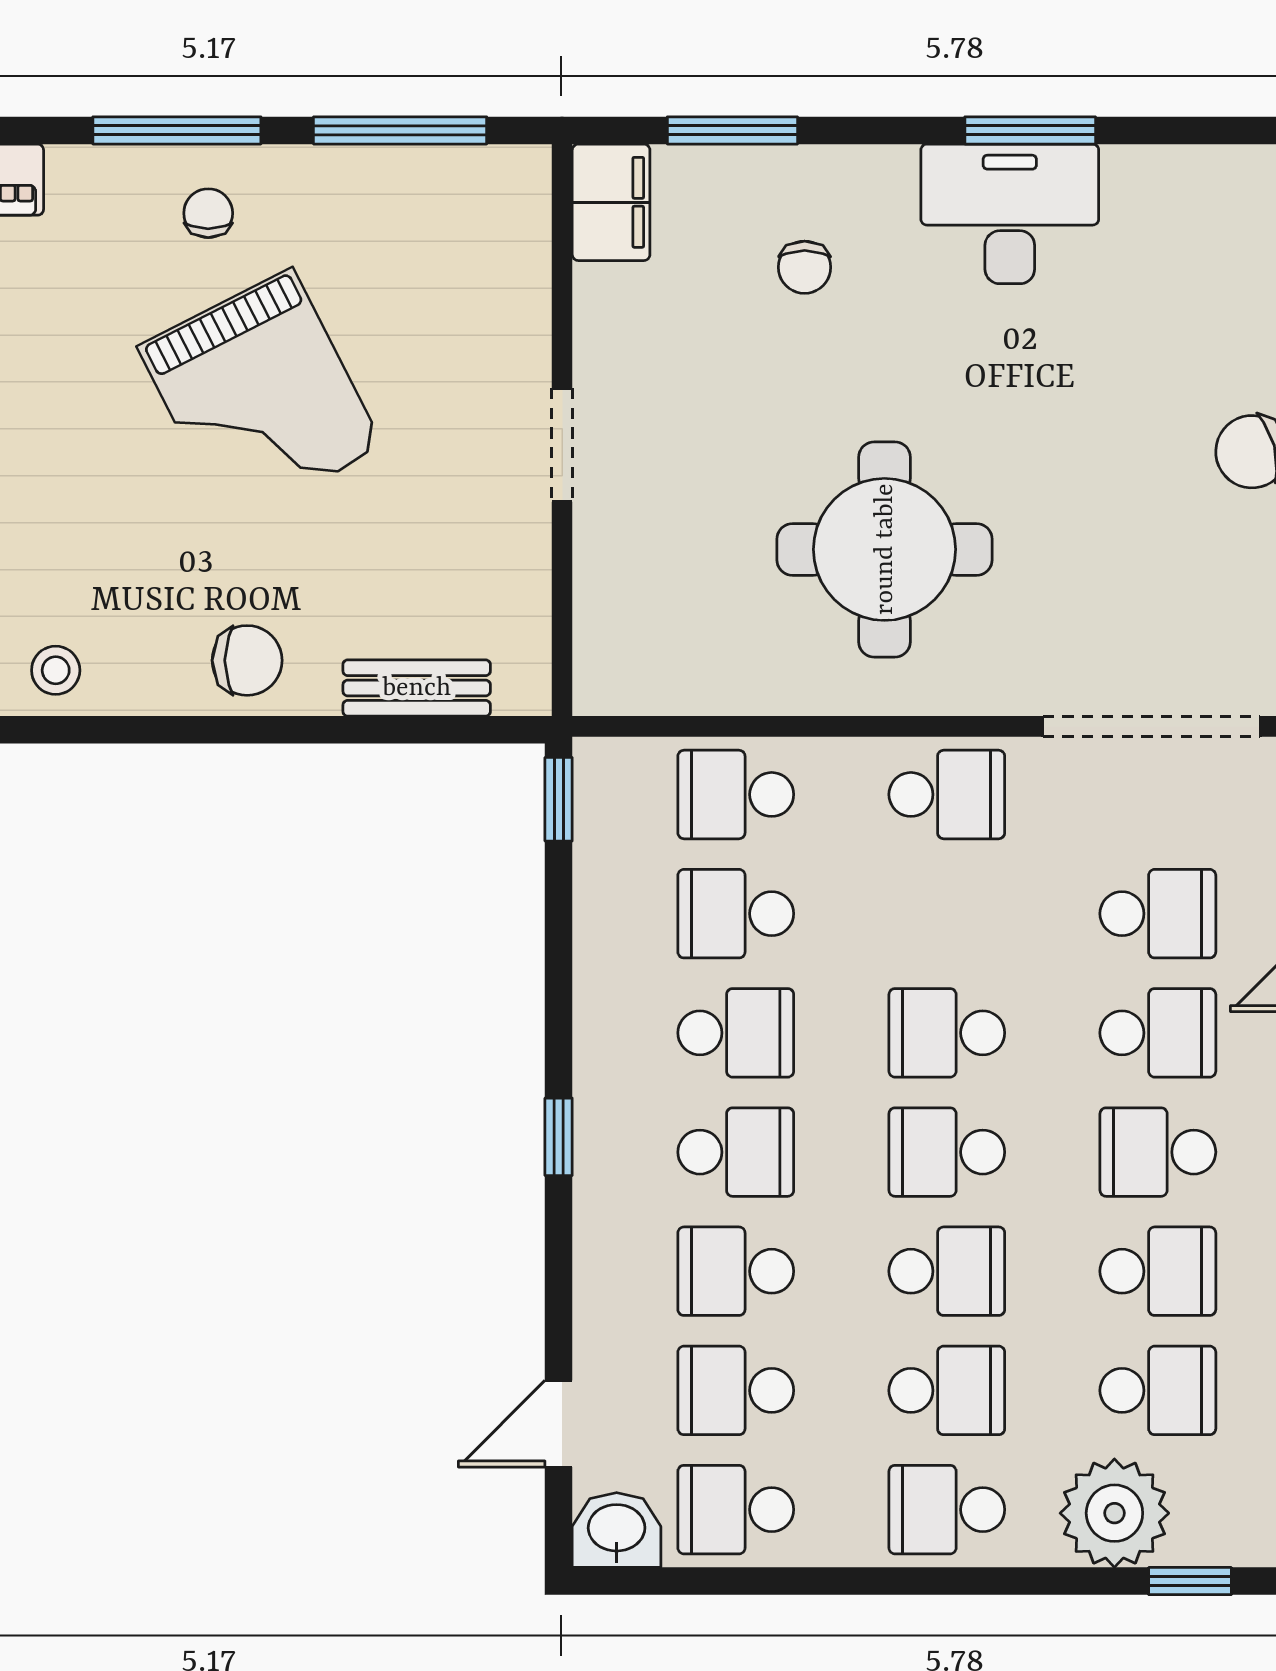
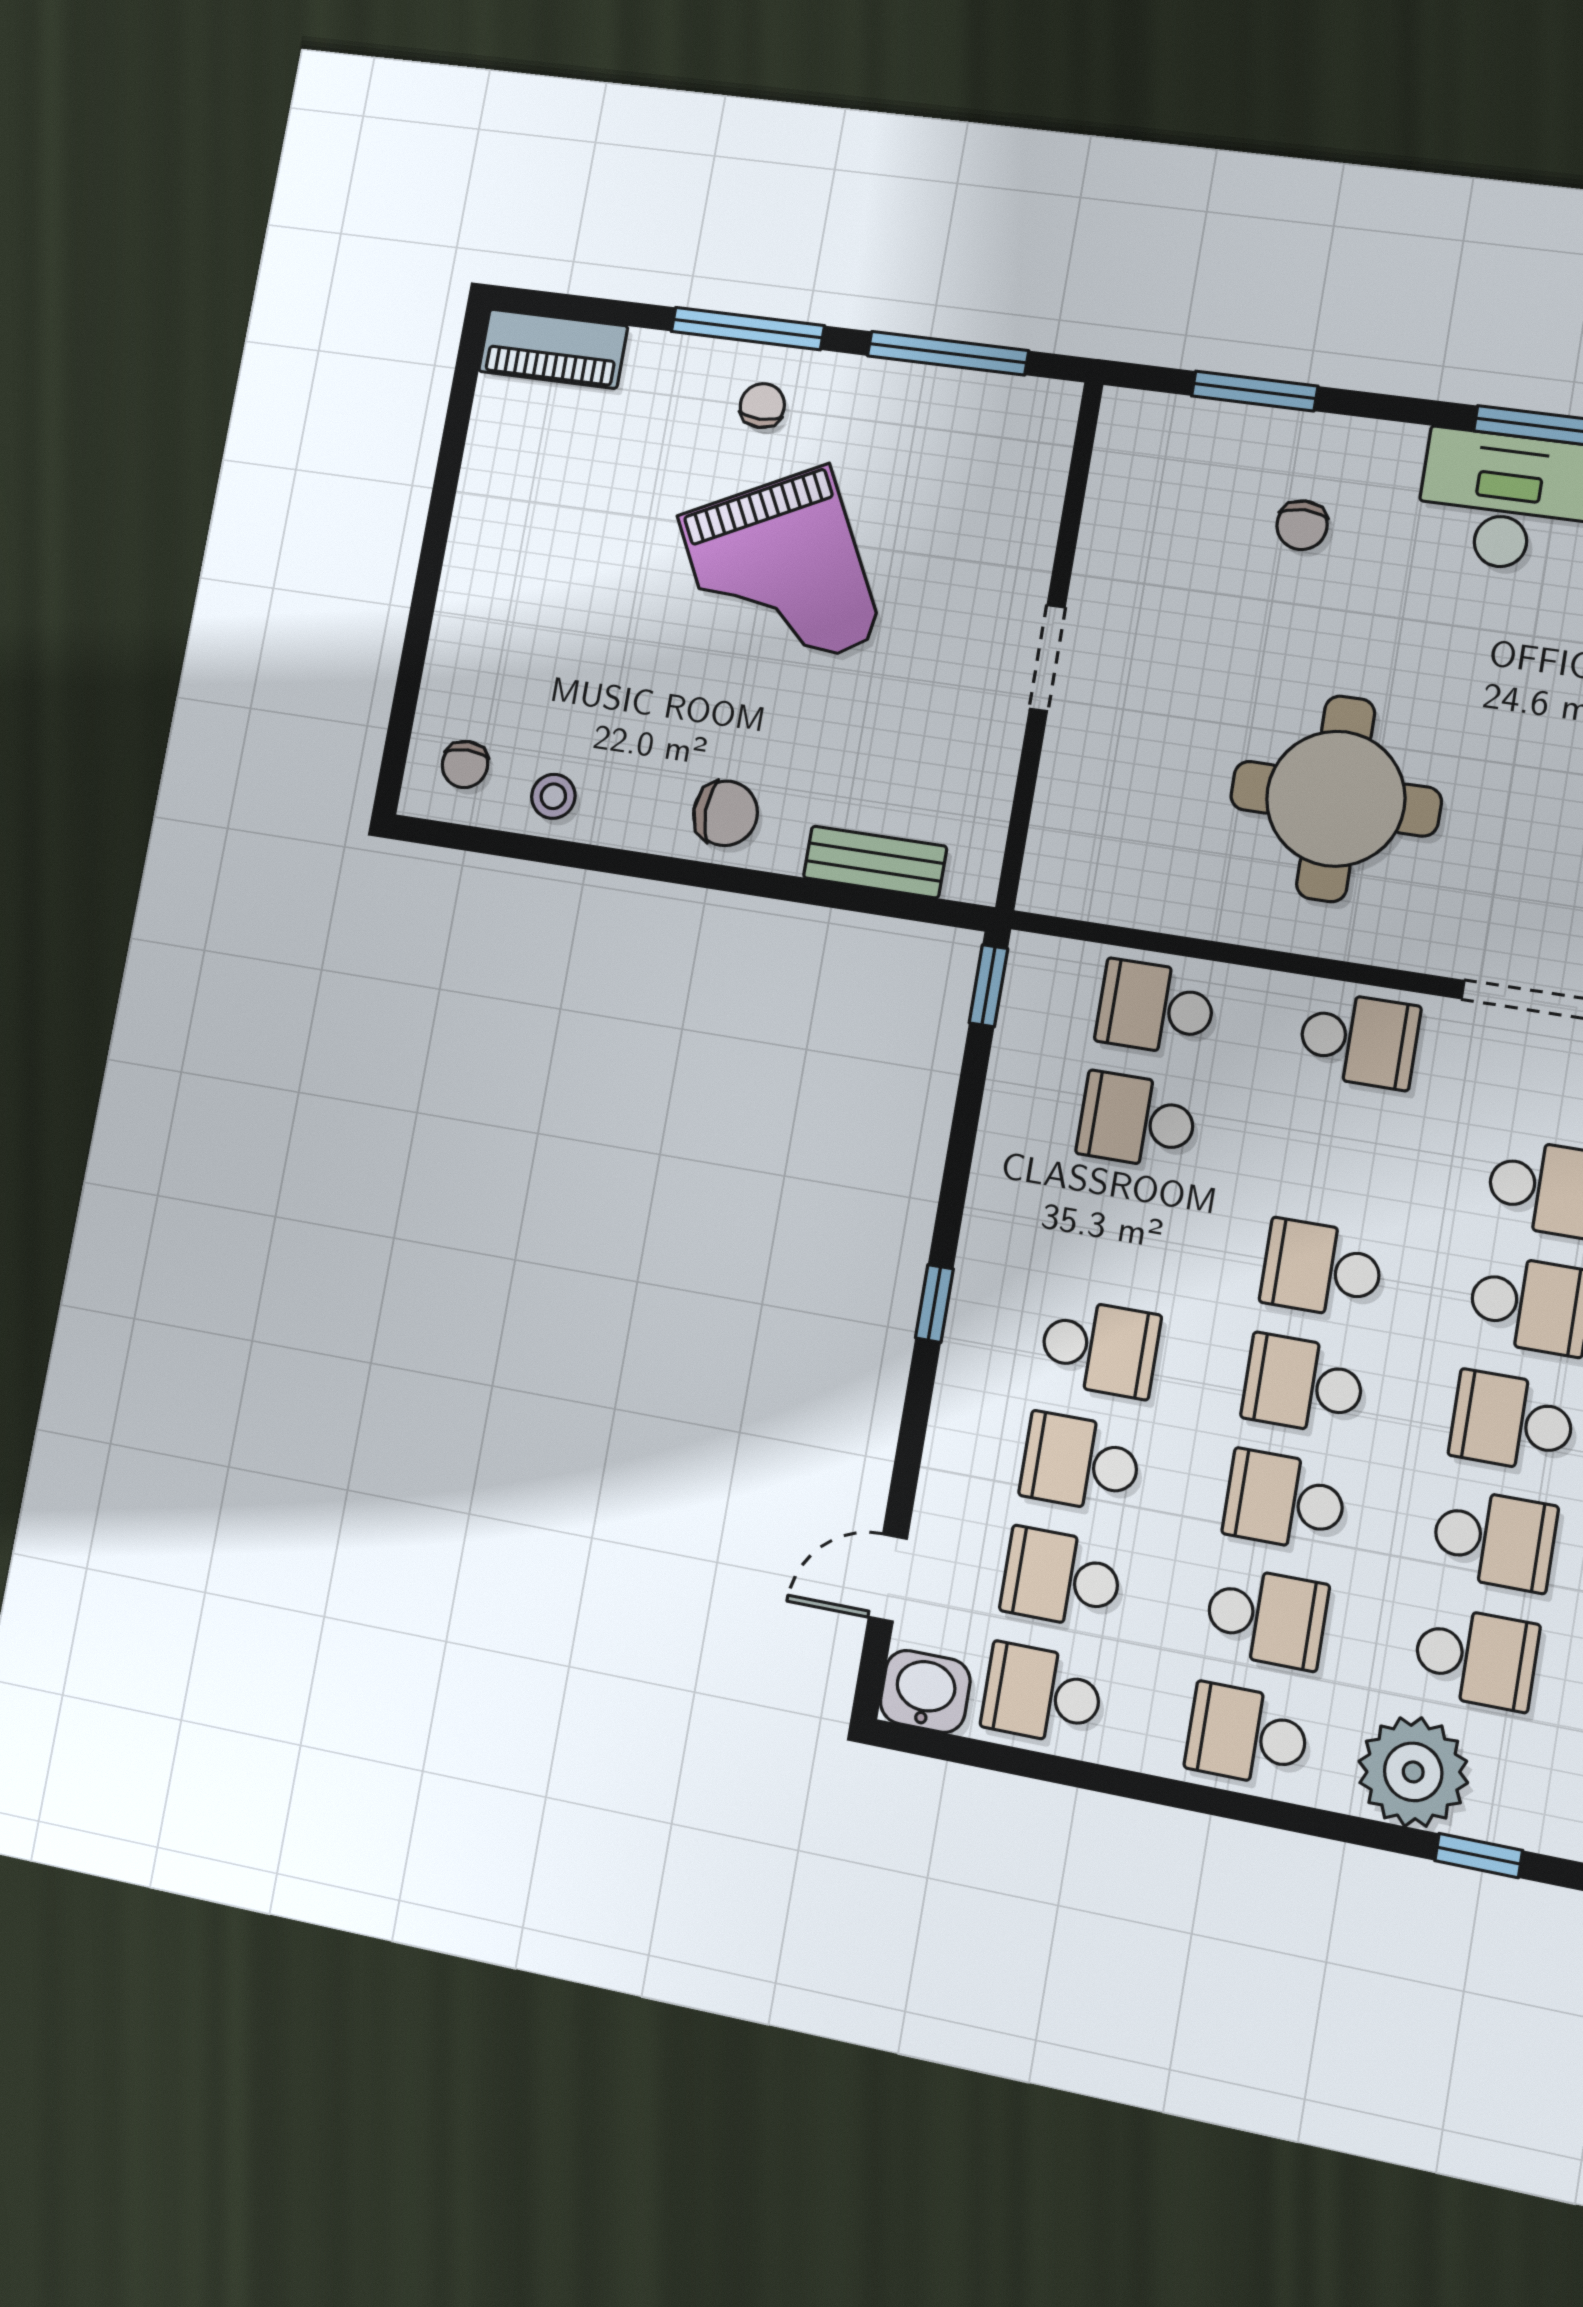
filing cabinet: (611, 202) -> (1130, 442), removed
school desk: (736, 1033) -> (1118, 1234), removed
school desk: (947, 1271) -> (1285, 1501), turned 180

